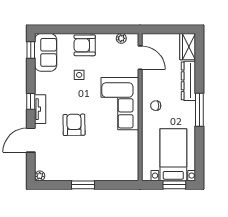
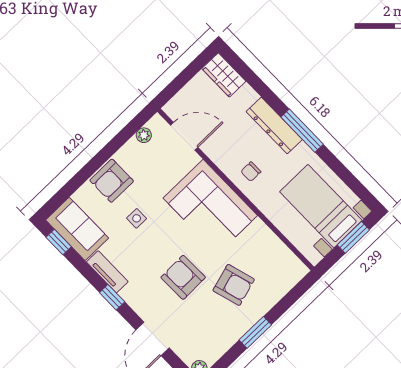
dresser: (188, 81) -> (274, 126), moved
tv unit: (40, 109) -> (107, 272), moved
armchair: (95, 152) -> (234, 285), added

